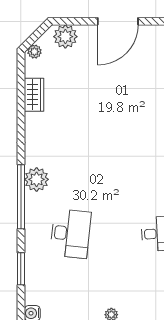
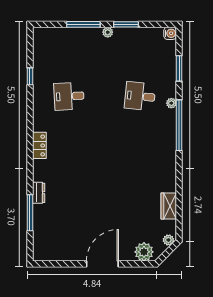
plant: (37, 179) -> (171, 103), moved, width x0.53, depth x0.53
desk: (70, 234) -> (140, 96), width x0.73

